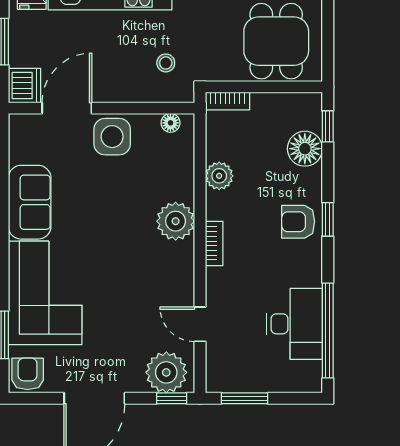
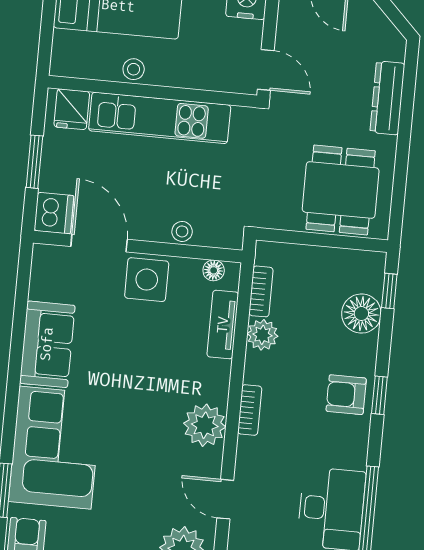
stool: (166, 63) -> (182, 231), moved
bookcase: (227, 101) -> (261, 291), moved, turned -90
door: (67, 108) -> (99, 243), hinge flipped
tv unit: (183, 170) -> (223, 325), added
plant: (176, 221) -> (205, 425), moved

